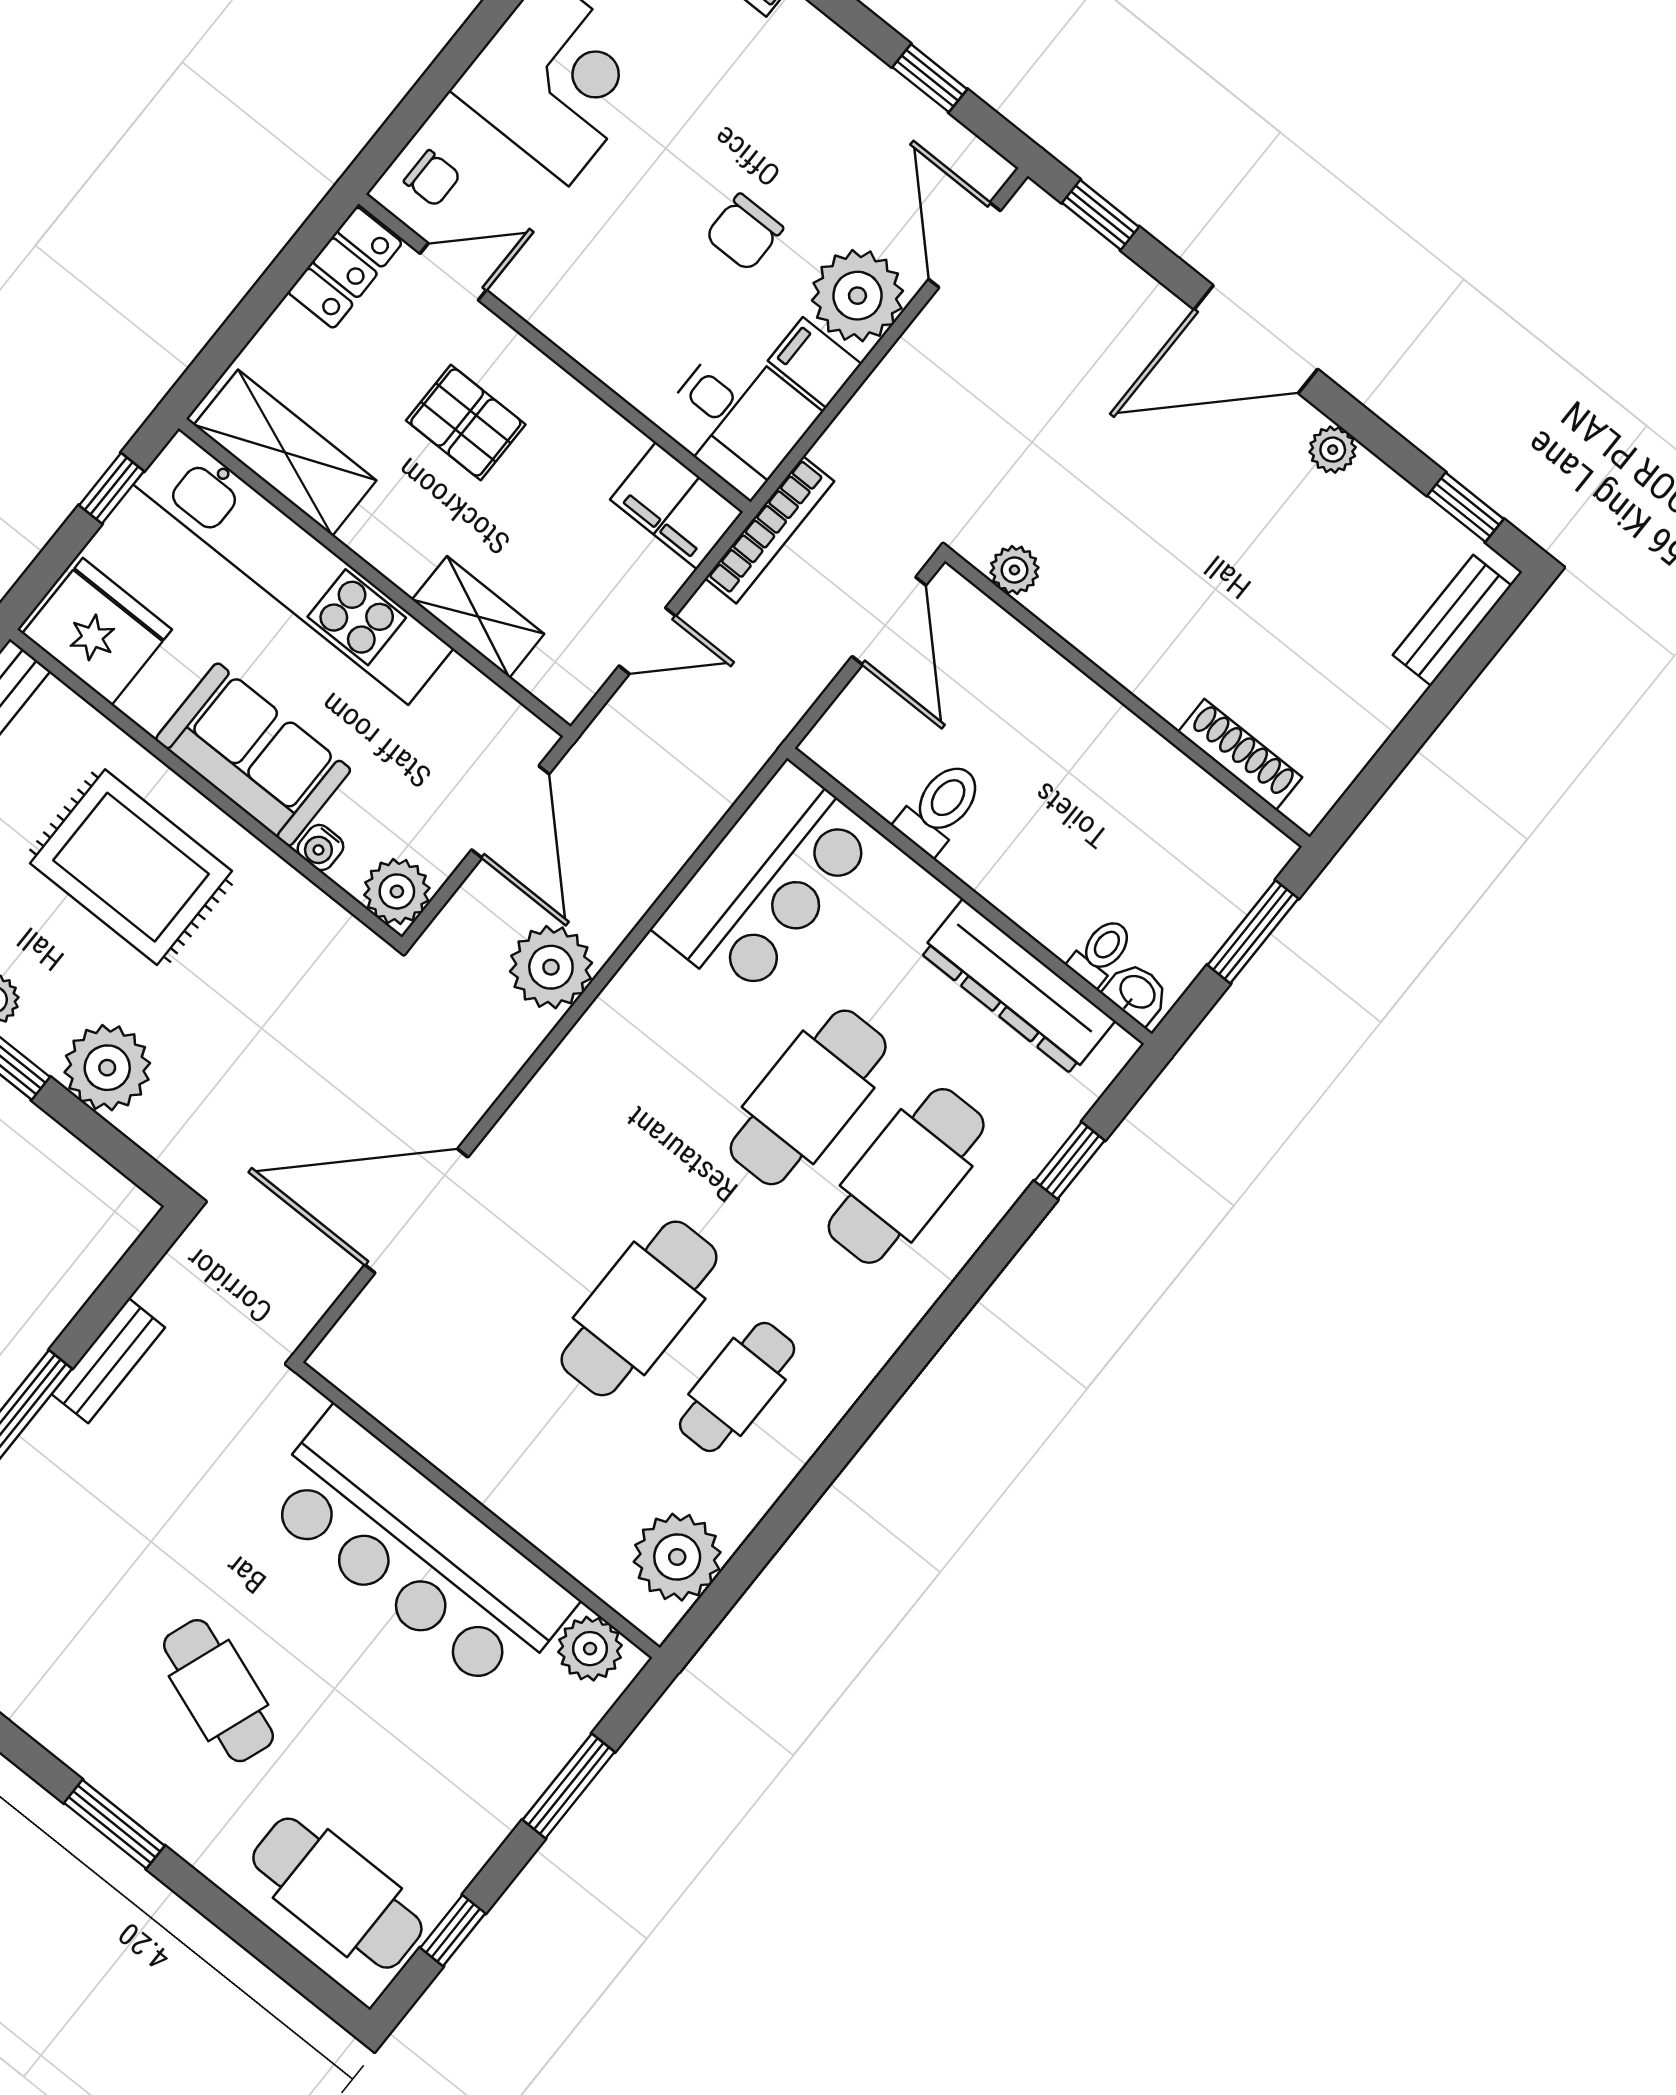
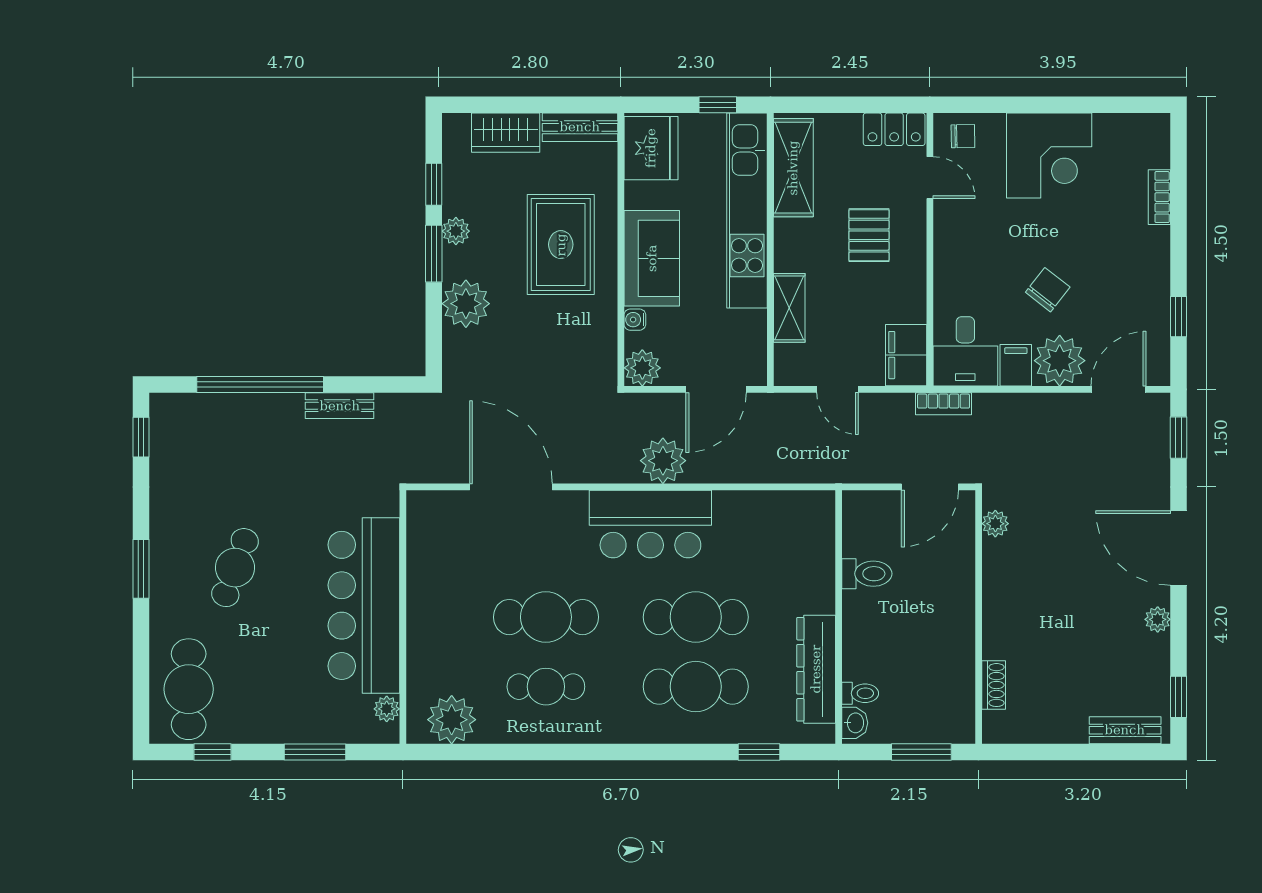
chair: (432, 178) -> (963, 136), turned -91
chair: (744, 232) -> (1048, 290), turned 128
bookcase: (770, 530) -> (944, 404), width x0.64
shoe rack: (1240, 754) -> (994, 685), width x0.70
bar counter: (766, 882) -> (650, 524), moved
plant: (590, 1649) -> (387, 709), width x0.73, depth x0.73

